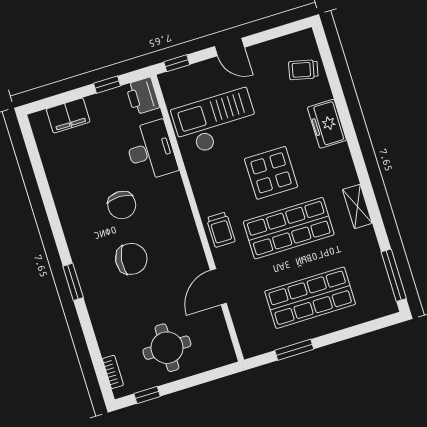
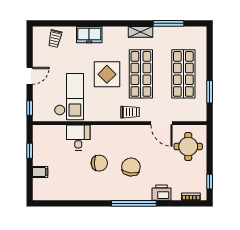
printer: (143, 96) -> (162, 193), moved, turned 180
filing cabinet: (68, 115) -> (40, 172), width x0.50
checkout: (215, 122) -> (69, 97), turned 180
desk: (151, 151) -> (78, 138), width x0.73
window: (394, 275) -> (168, 23), moved
window: (73, 282) -> (134, 203), width x2.11
round table: (167, 348) -> (188, 147), moved

